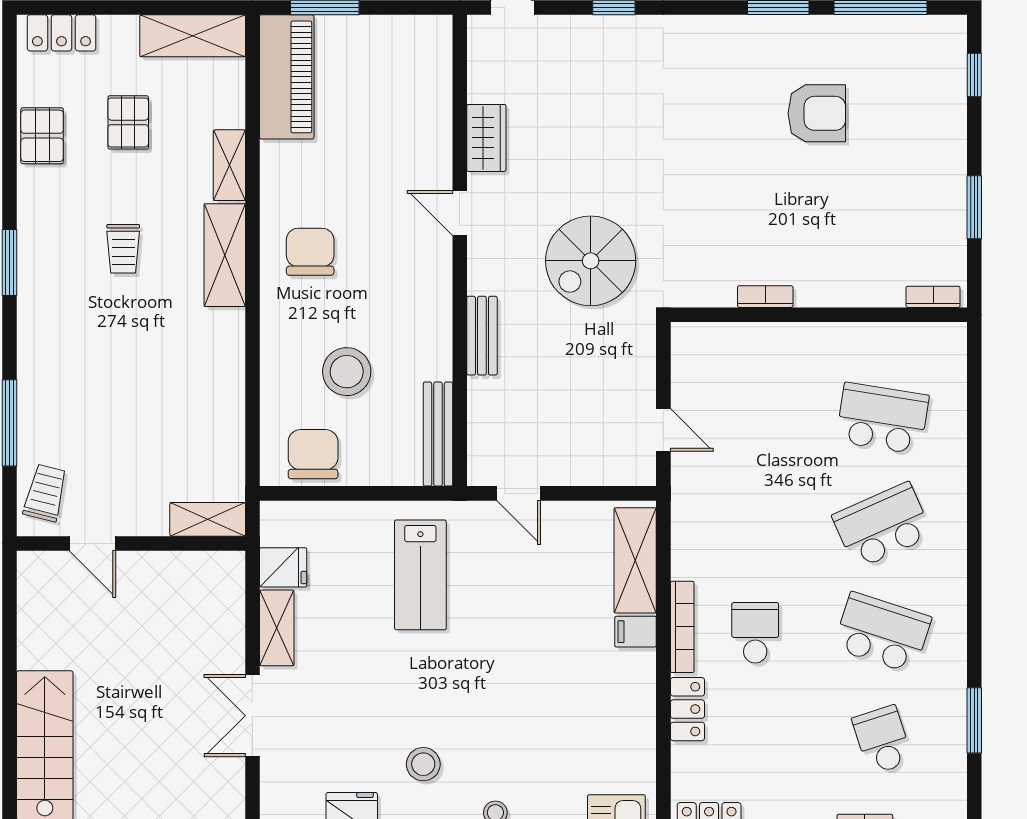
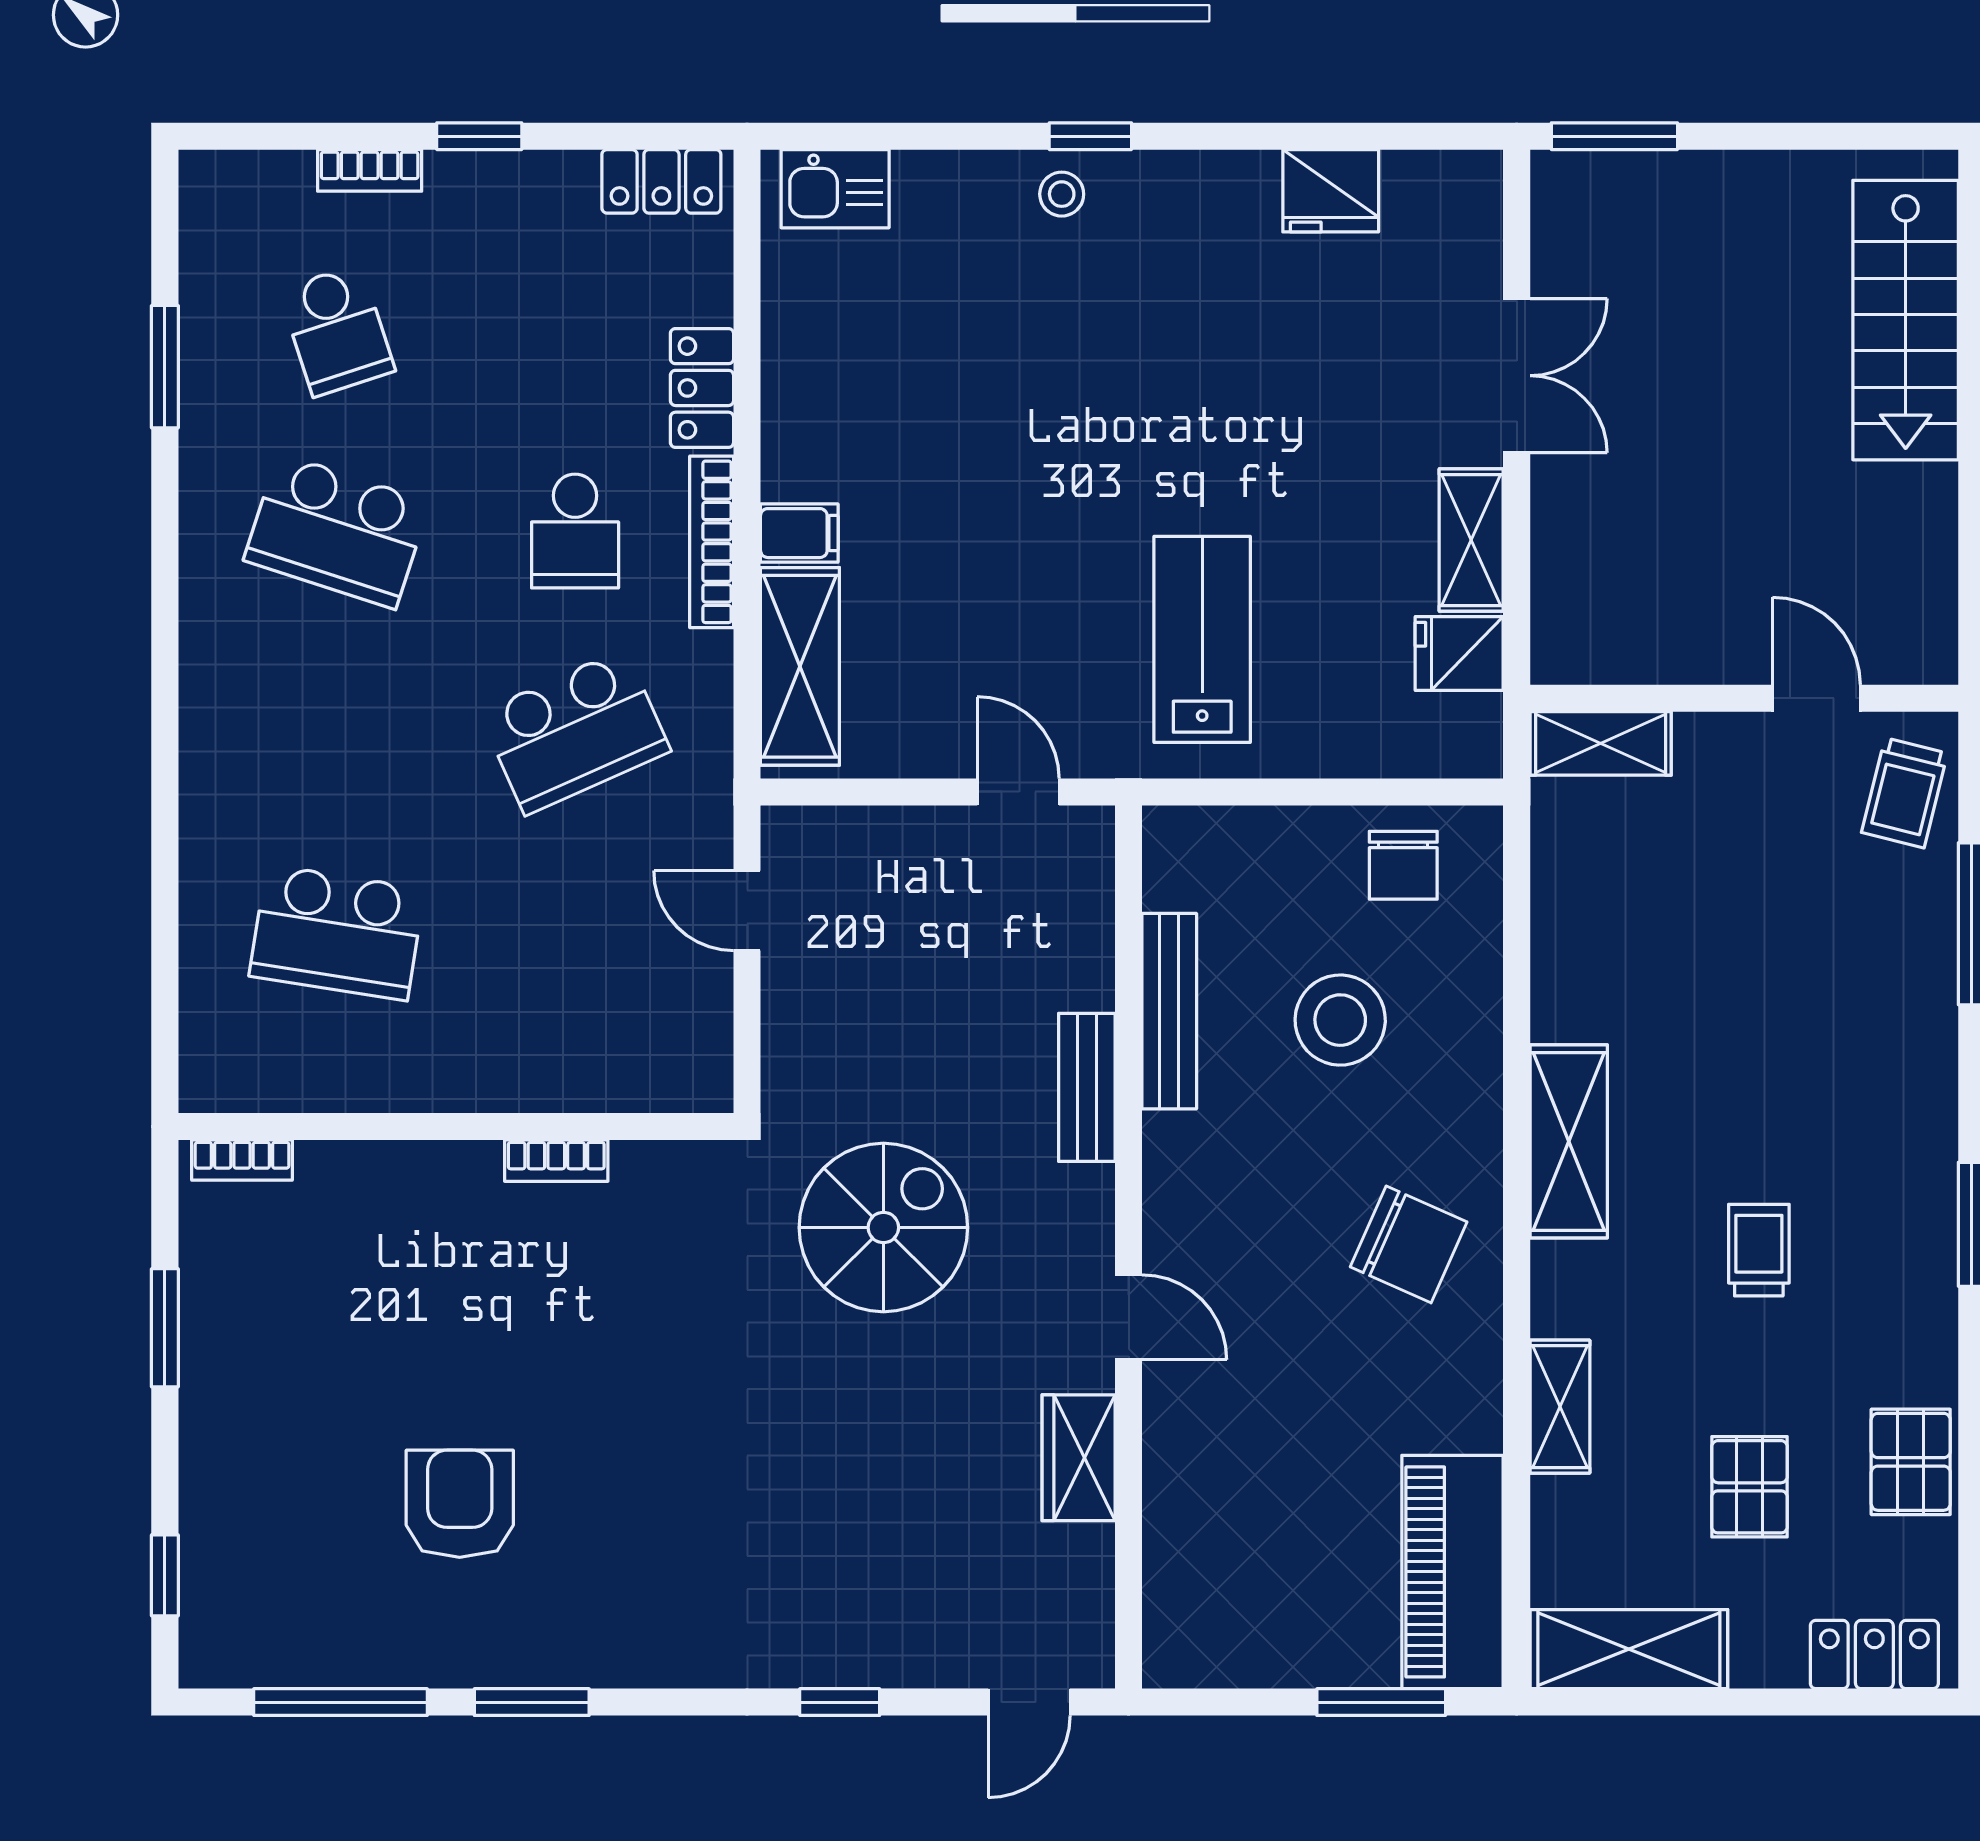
armchair: (817, 113) -> (460, 1504), turned 90
chair: (310, 252) -> (1409, 1244), turned -66
shelving: (225, 255) -> (1569, 1141), moved
bench: (438, 434) -> (1169, 1011), moved
chair: (313, 454) -> (1403, 865), width x0.73, depth x0.73
school desk: (882, 526) -> (575, 732), moved
stool: (423, 764) -> (1197, 285), removed

